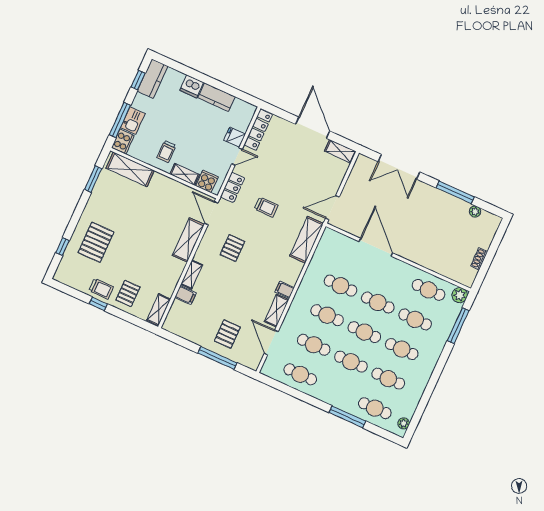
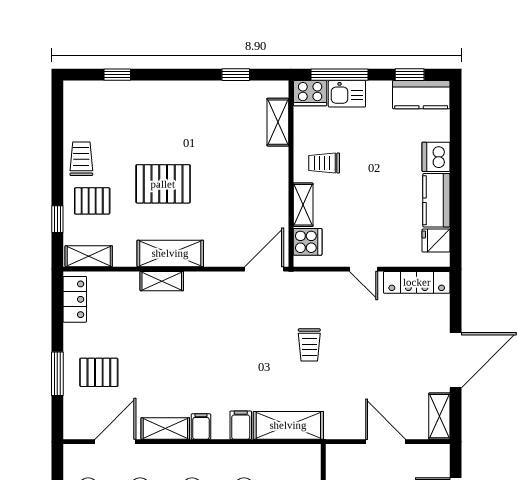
fridge: (235, 137) -> (436, 240), moved, turned -90
shelving: (130, 169) -> (278, 122), width x0.67, depth x0.75
window: (93, 179) -> (236, 75), width x0.67
locker: (233, 187) -> (75, 299), moved, turned -90
door: (332, 208) -> (386, 442), moved
shelving: (188, 240) -> (170, 253), moved
pallet: (96, 242) -> (163, 184), moved
pallet: (232, 248) -> (227, 323), removed
trolley: (101, 289) -> (81, 159), turned 180
filing cabinet: (185, 295) -> (241, 425), moved, turned 180
window: (98, 304) -> (57, 219), moved
window: (217, 358) -> (57, 374), width x0.69

